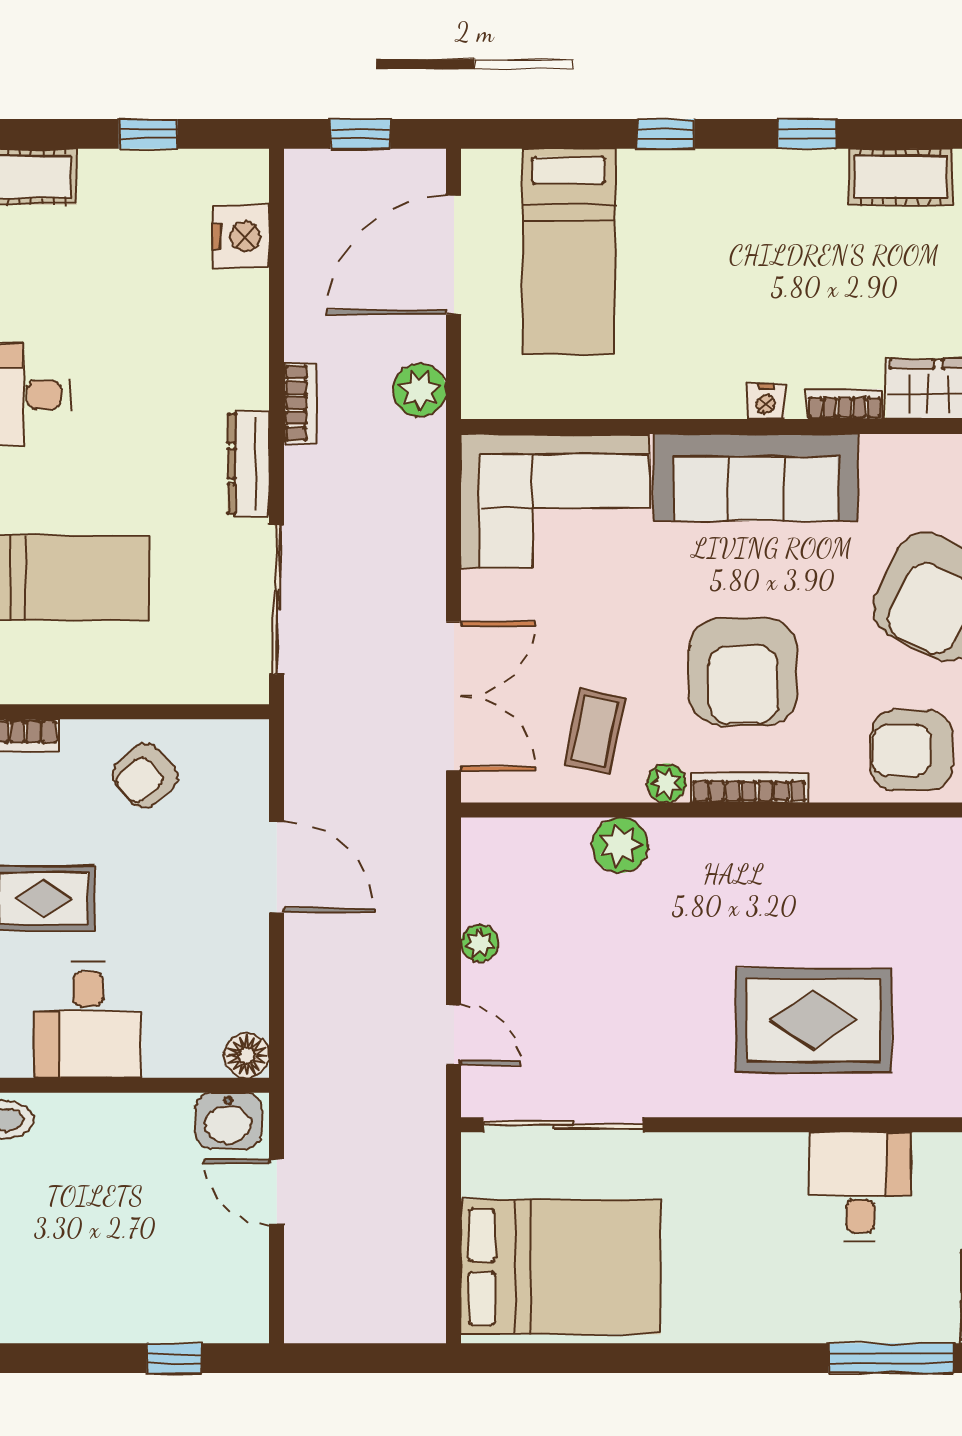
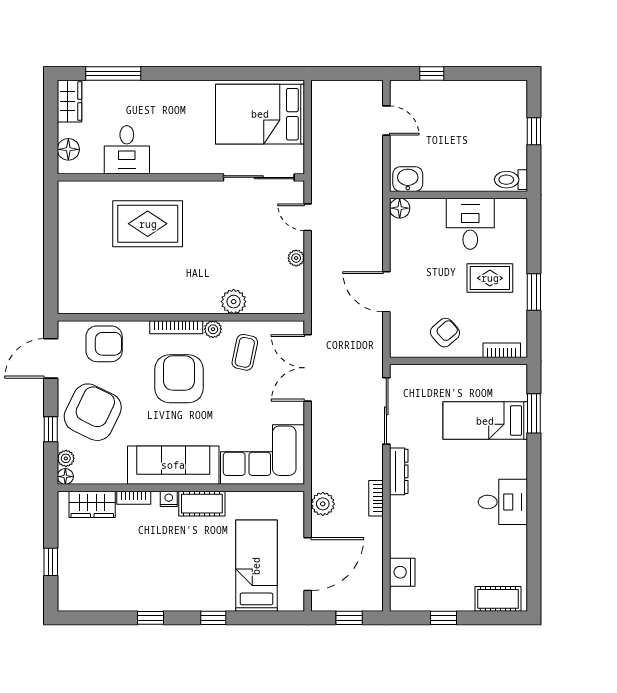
cot: (901, 177) -> (202, 504), moved
door: (277, 1192) -> (386, 121), moved

